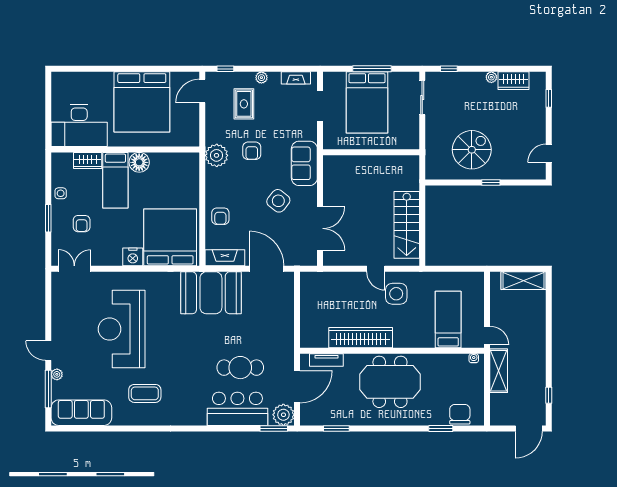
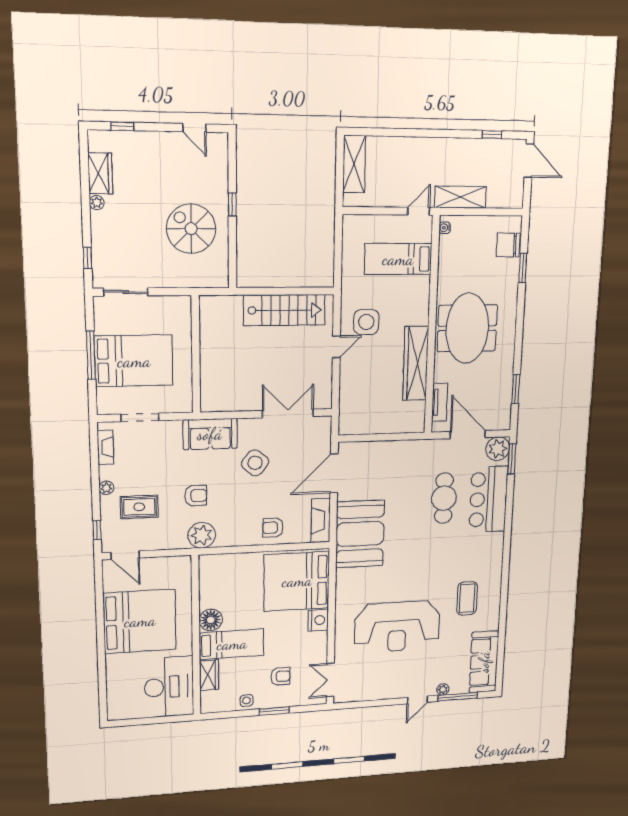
armchair: (220, 216) -> (273, 528), turned 180

